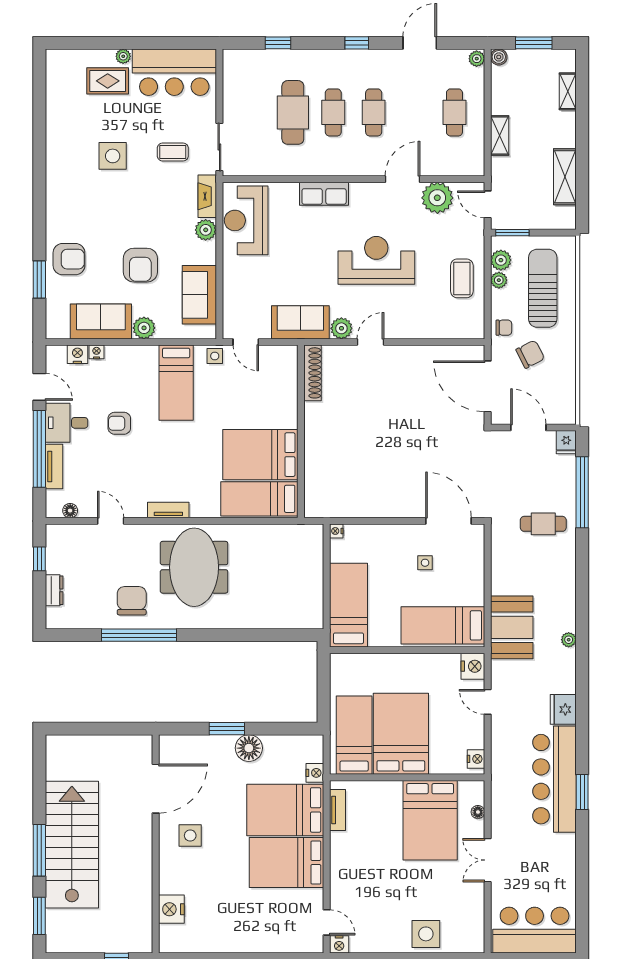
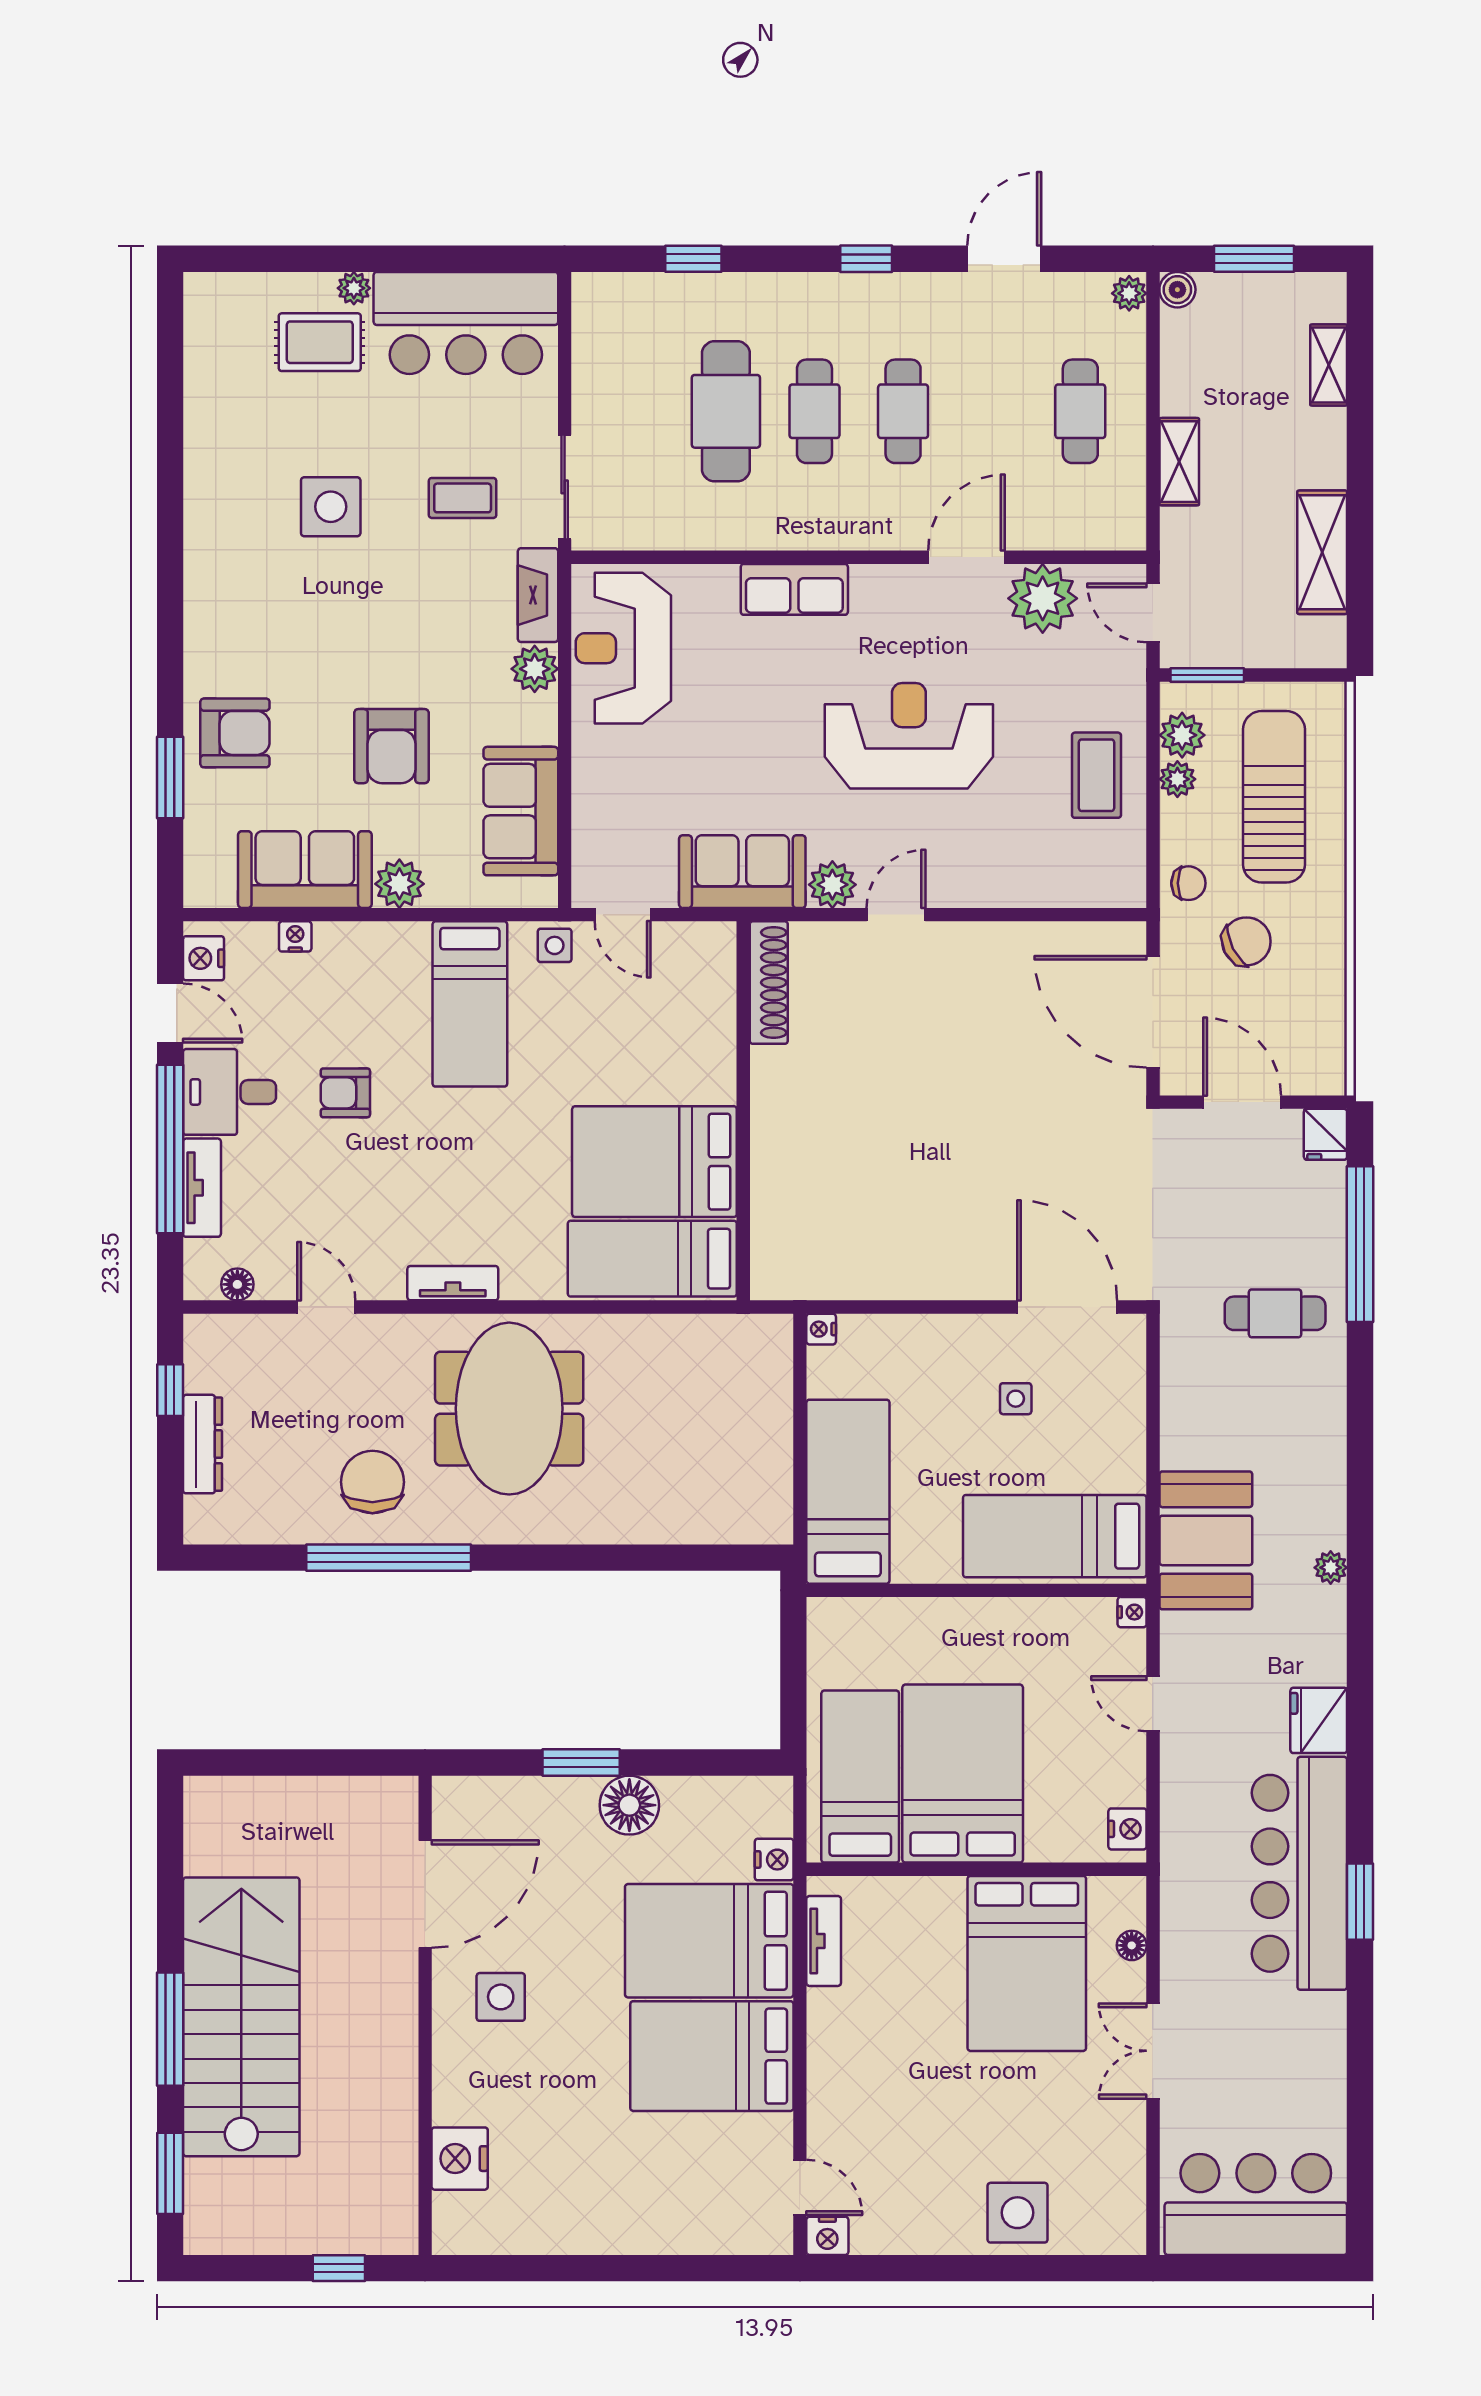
nightstand: (77, 354) -> (204, 958), moved, turned -90
dresser: (54, 590) -> (202, 1444), width x1.44
nightstand: (473, 666) -> (1132, 1612), width x0.53, depth x0.56

